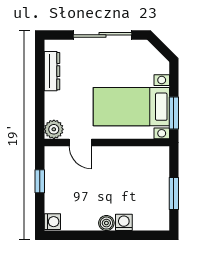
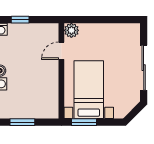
dresser: (52, 71) -> (116, 29), removed
window: (40, 181) -> (20, 20), moved

